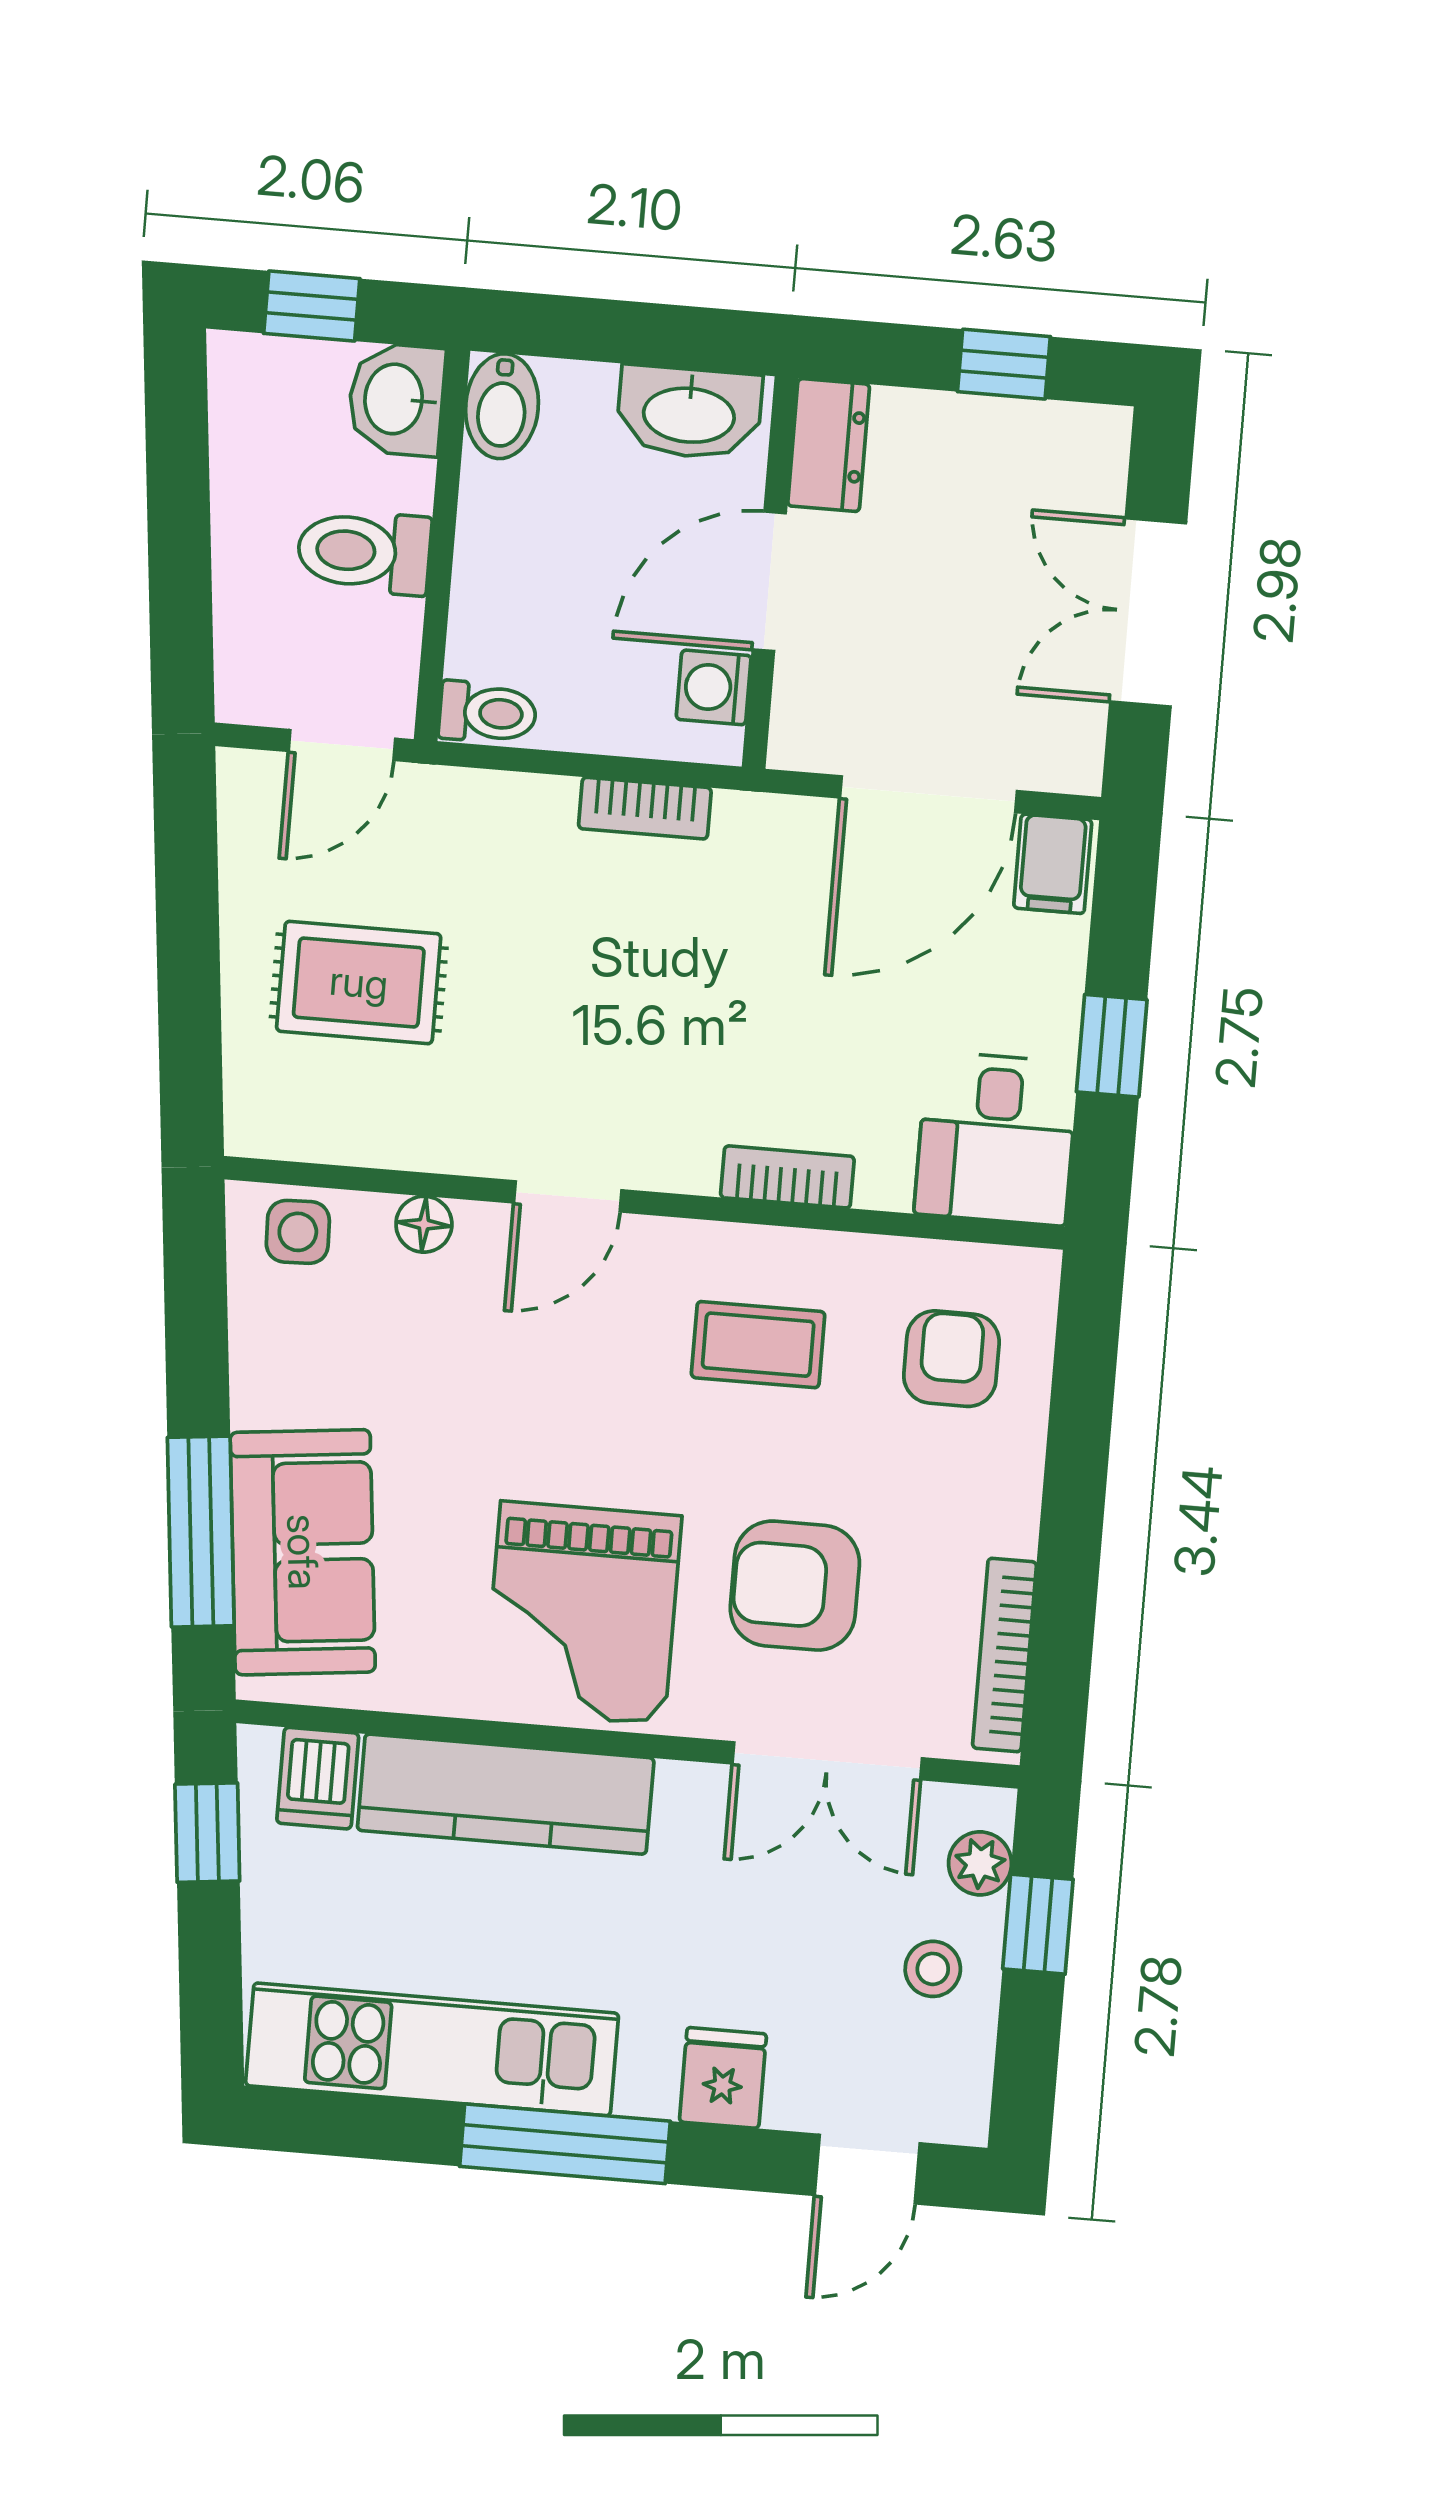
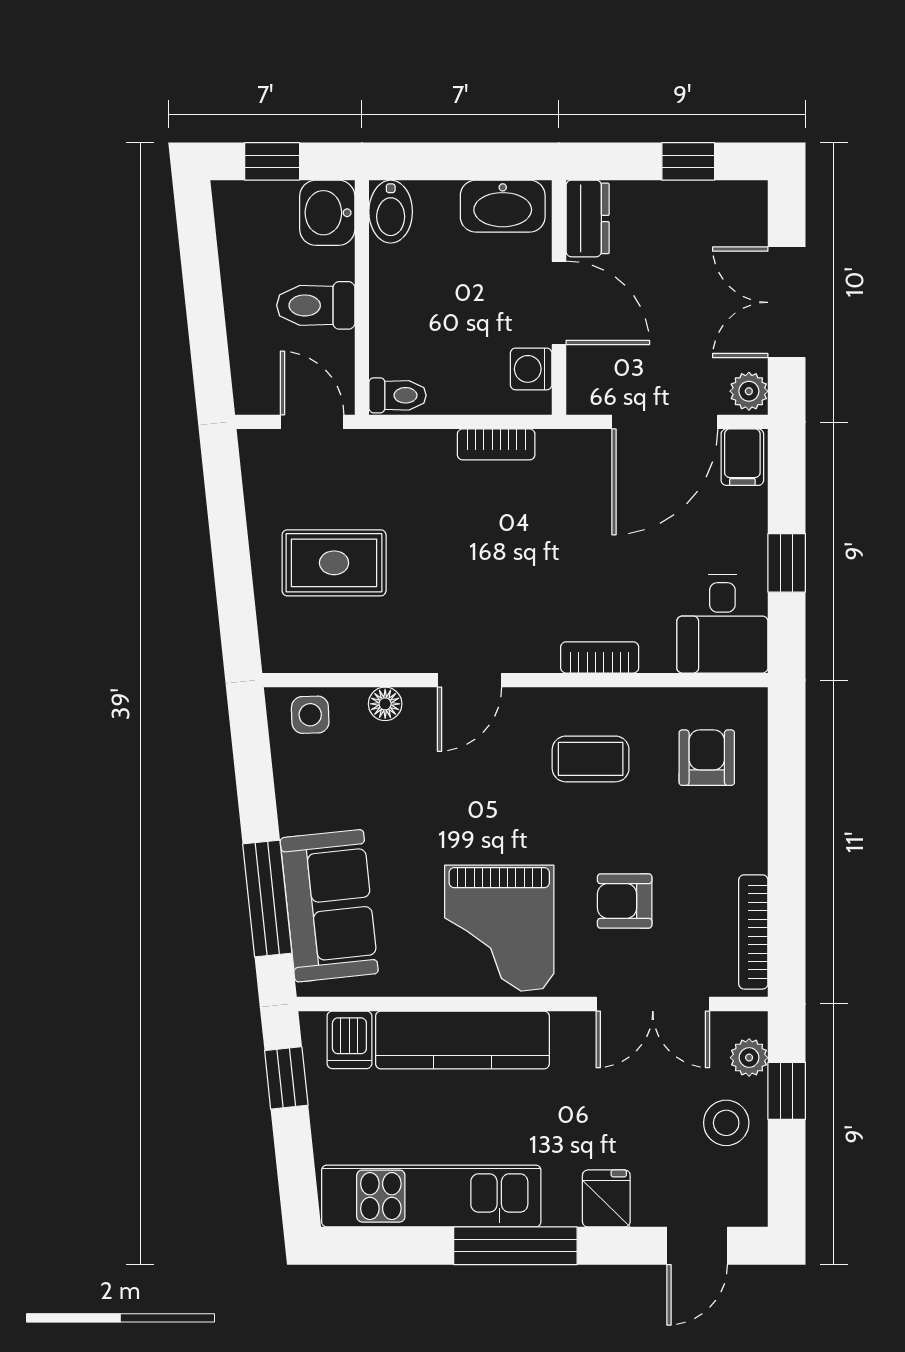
door: (769, 581) -> (559, 303), swing flipped
door: (342, 745) -> (312, 422), swing flipped
plant: (1073, 755) -> (749, 391), added
armchair: (795, 1586) -> (625, 901), width x0.72, depth x0.72
stool: (933, 1969) -> (726, 1123), width x1.37, depth x1.37

